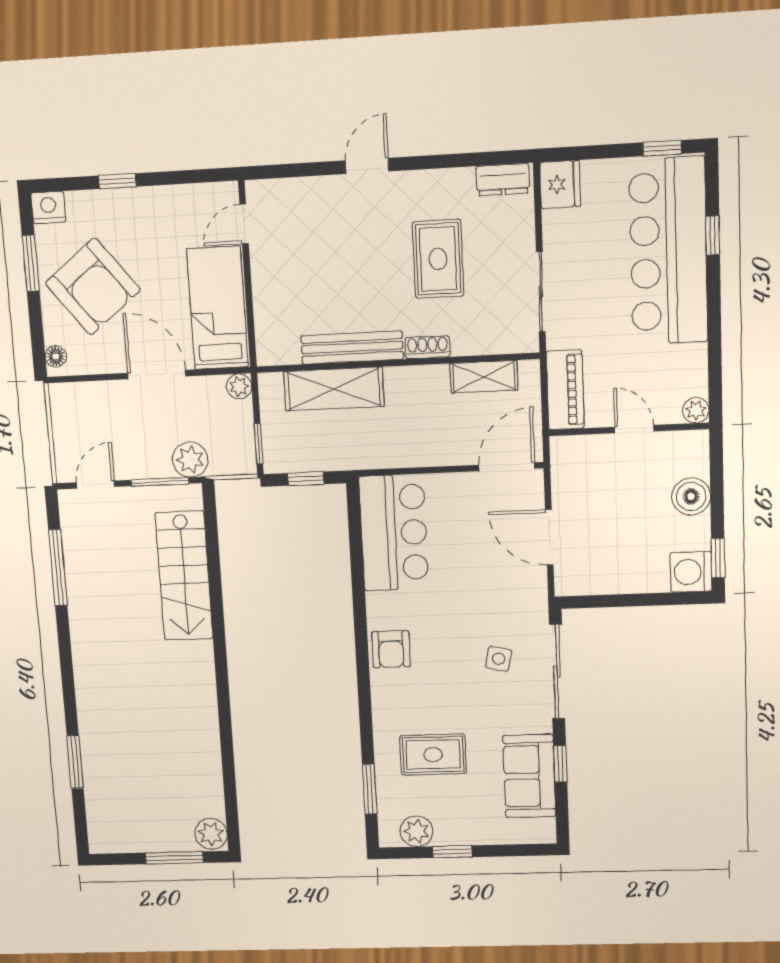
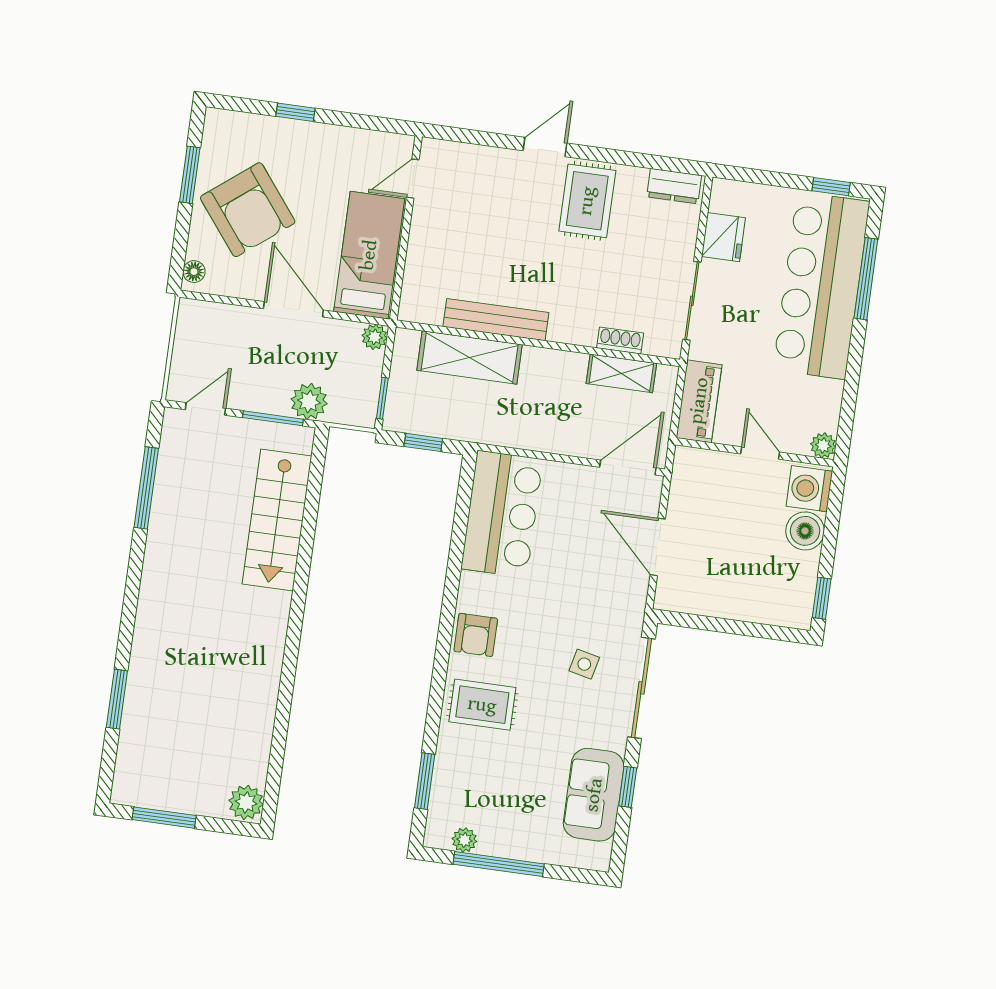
fridge: (560, 184) -> (723, 237), moved
nightstand: (48, 207) -> (220, 124), removed
window: (713, 235) -> (866, 279), width x2.17
rug: (438, 259) -> (587, 201), moved
shoe rack: (427, 347) -> (620, 341), moved
washing machine: (691, 572) -> (809, 489), moved
rug: (433, 754) -> (482, 705), moved
plant: (416, 831) -> (464, 840), width x0.73, depth x0.73
window: (452, 852) -> (499, 864), width x2.17
window: (174, 858) -> (164, 818), moved

